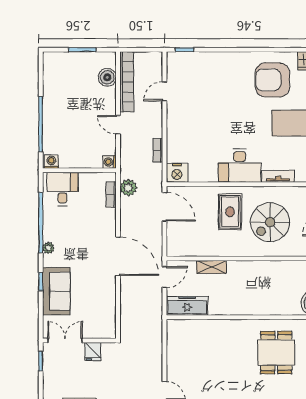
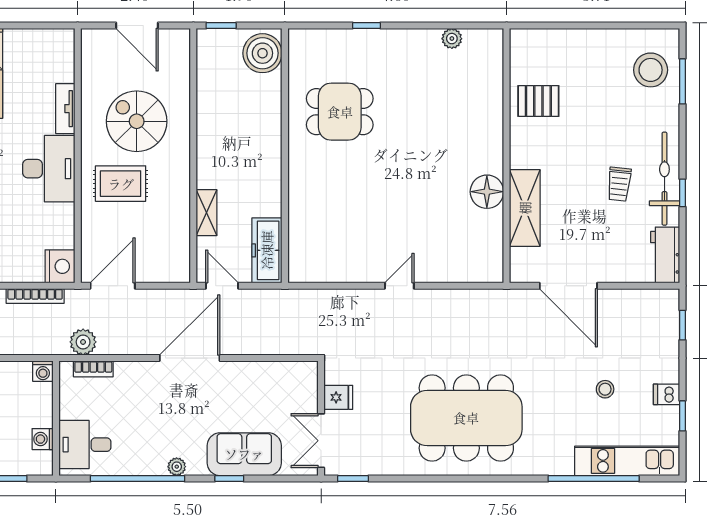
bookcase: (158, 150) -> (35, 296), width x1.56
washing machine: (51, 162) -> (43, 439), moved
spiral stairs: (270, 222) -> (137, 121), turned 180

